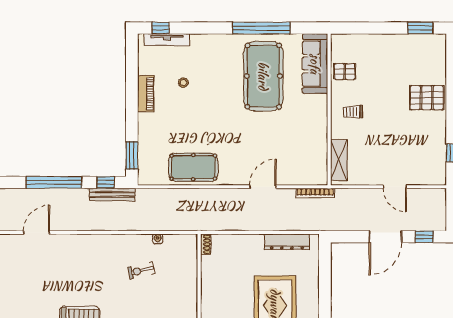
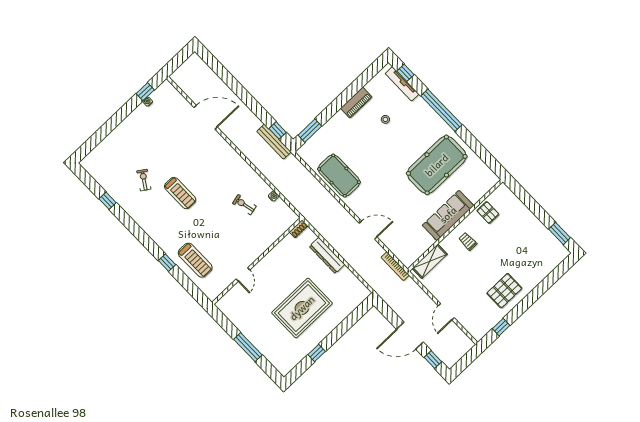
window: (261, 28) -> (441, 110), moved
sofa: (315, 64) -> (448, 215), moved
pallet: (427, 98) -> (504, 291), moved, turned 90
window: (54, 182) -> (247, 99), removed
door: (36, 232) -> (206, 117), width x1.36
dresser: (287, 242) -> (327, 255), moved

